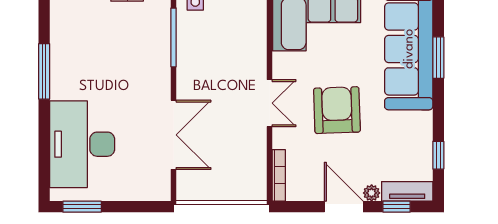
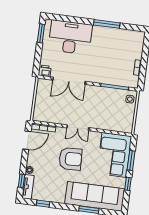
printer: (159, 189) -> (45, 71), added
door: (344, 207) -> (27, 140), moved

